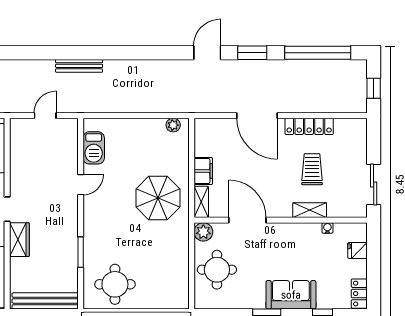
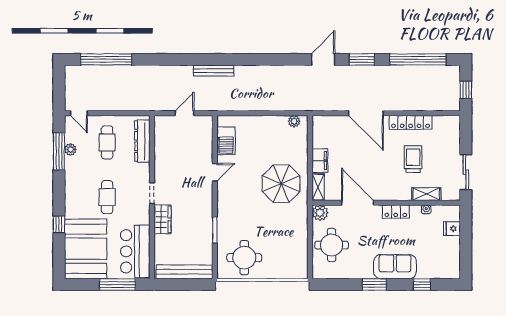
shelving: (310, 210) -> (426, 194), moved
locker: (359, 294) -> (396, 212), moved, turned -90

